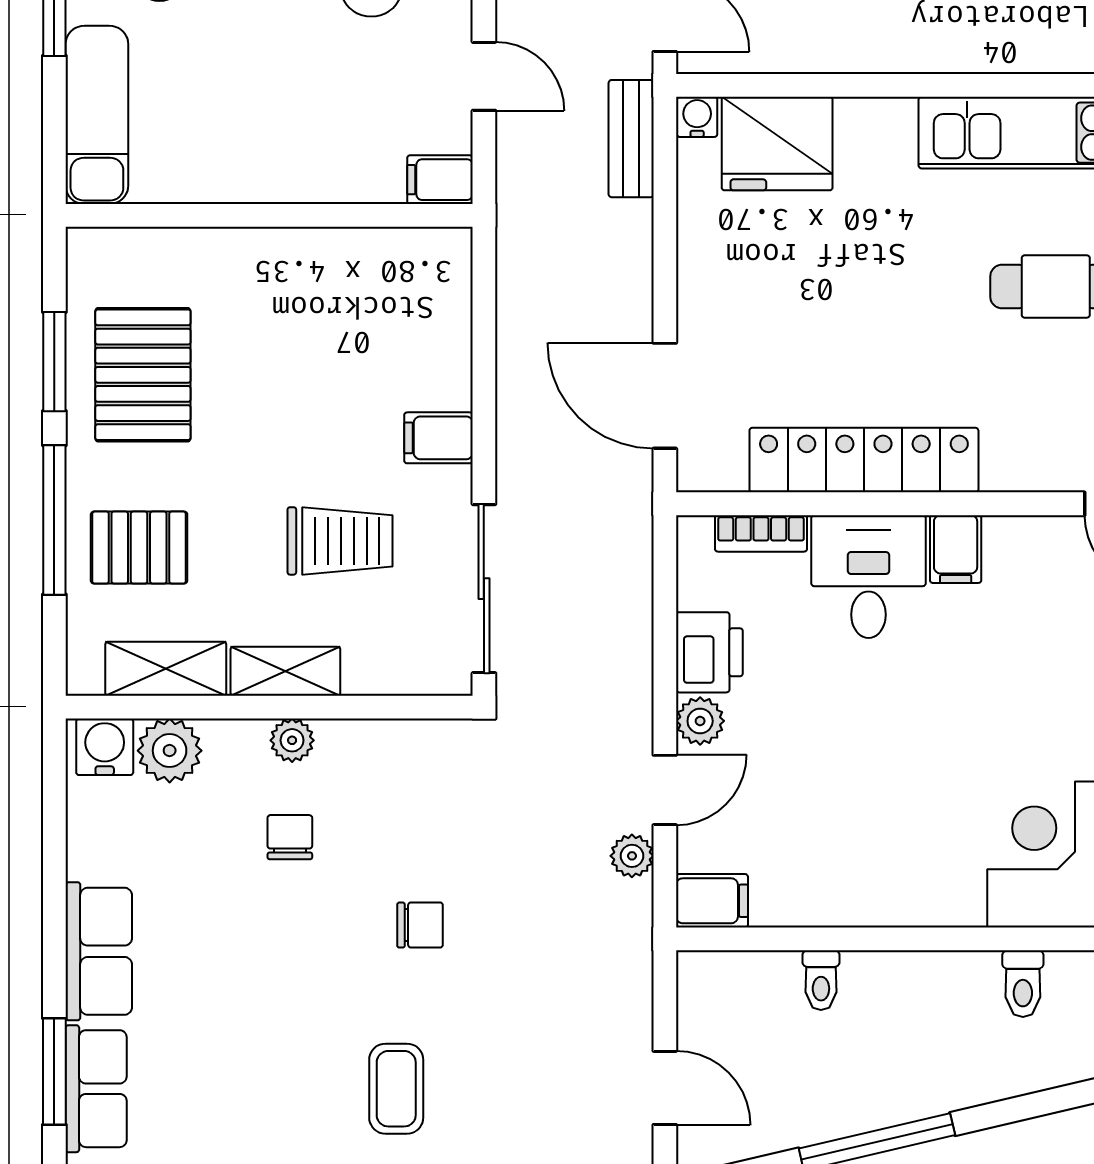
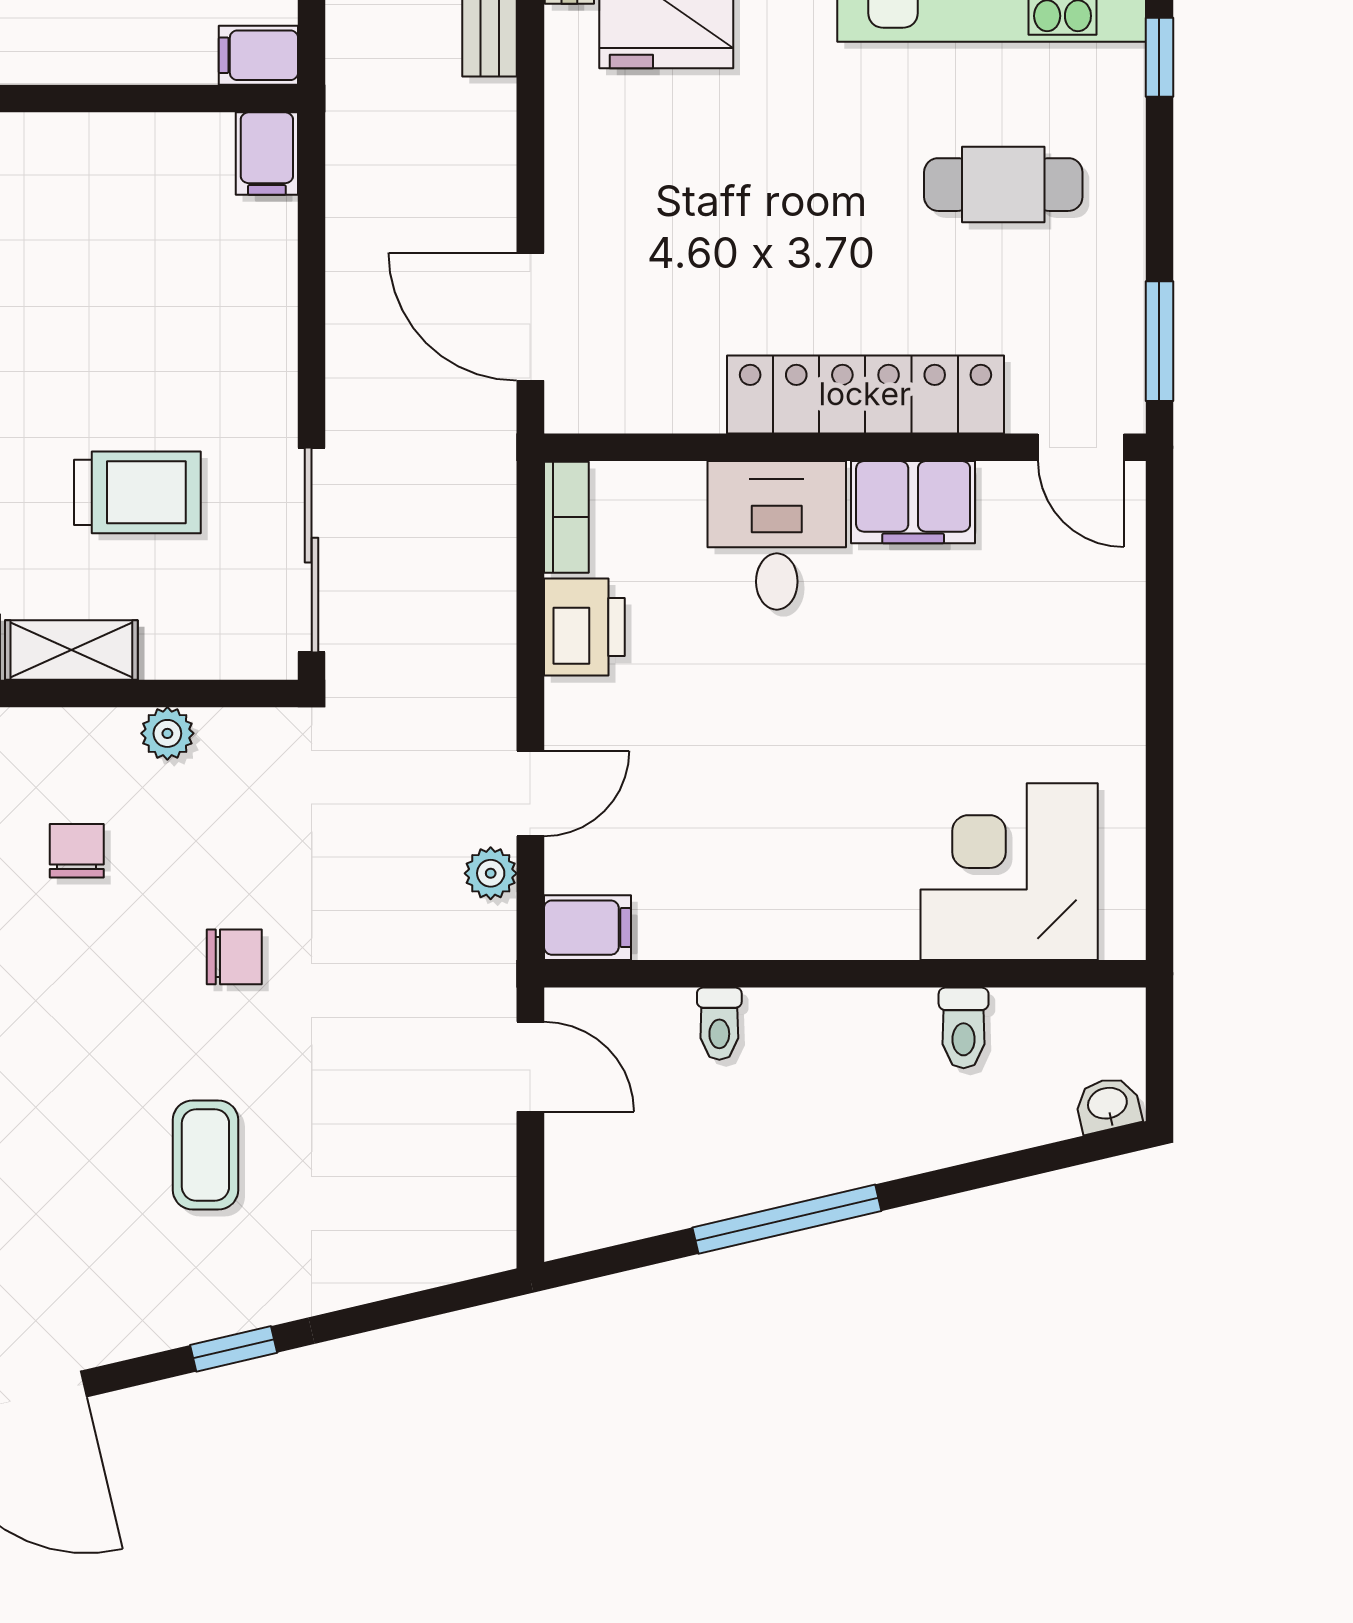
filing cabinet: (438, 438) -> (267, 154), moved, turned -90
locker: (864, 460) -> (865, 394), moved
bookcase: (761, 533) -> (566, 517), moved, turned -90
filing cabinet: (956, 549) -> (913, 502), width x2.00
plant: (700, 721) -> (573, 710), removed
plant: (292, 740) -> (167, 733), moved
door: (665, 1088) -> (530, 1067), moved

